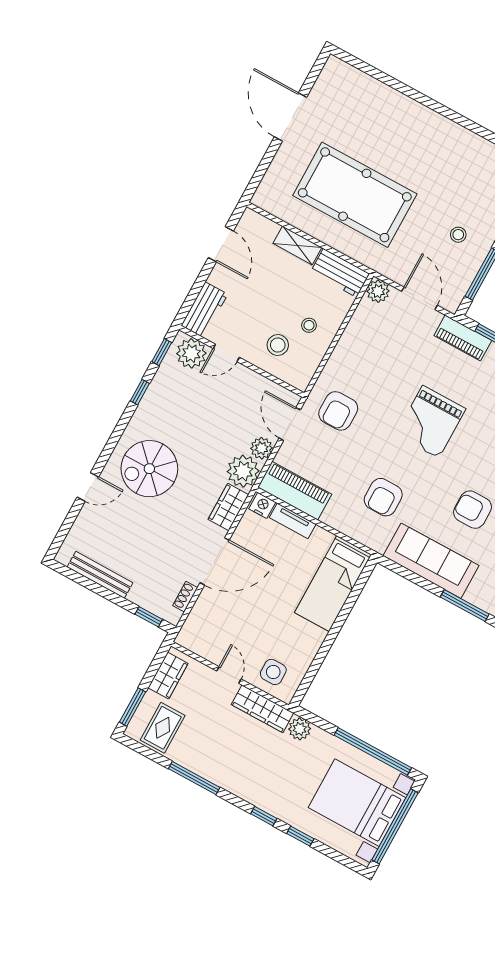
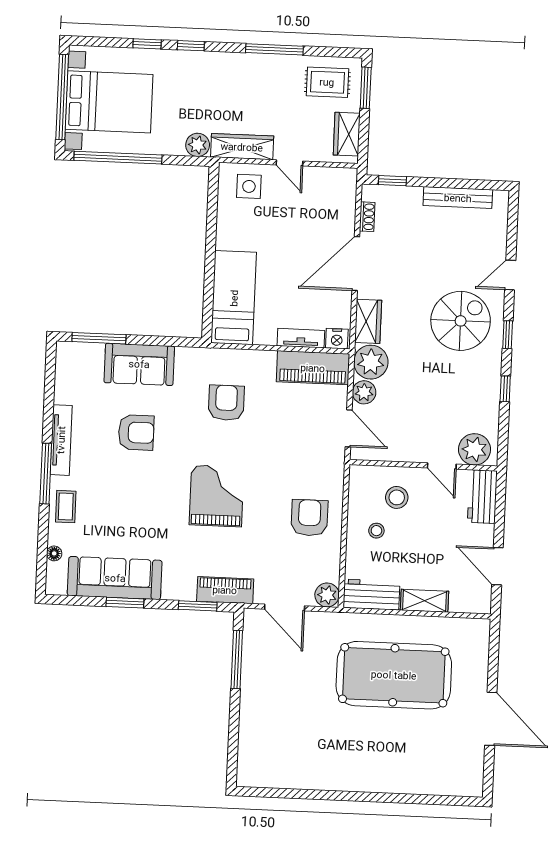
stool: (458, 235) -> (278, 686), removed
window: (162, 352) -> (508, 335), moved
door: (226, 353) -> (442, 466), swing flipped
armchair: (338, 411) -> (309, 518), moved
sofa: (431, 561) -> (139, 364), width x0.73
rug: (163, 728) -> (327, 82), turned 90

